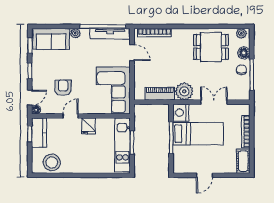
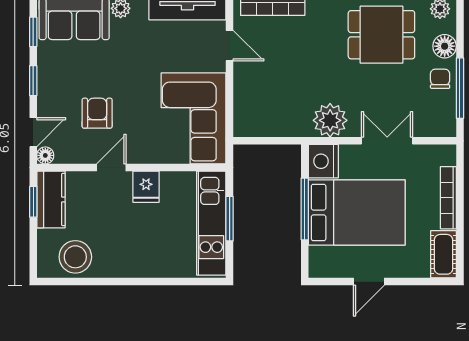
piano: (160, 94) -> (283, 125), removed
bed: (198, 134) -> (357, 212), width x1.50

